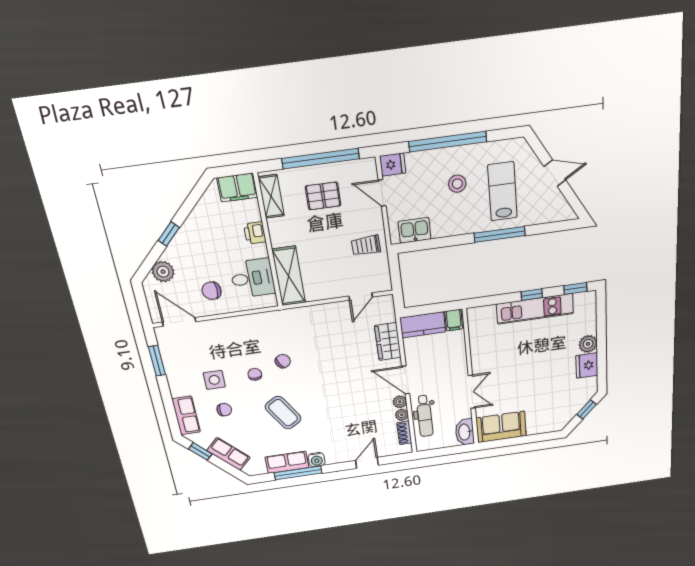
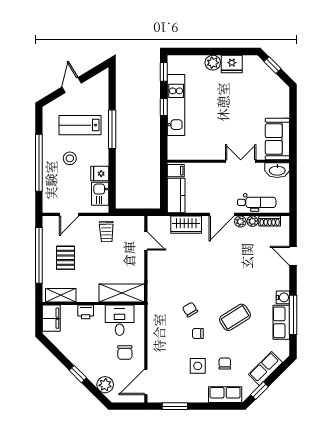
fridge: (393, 165) -> (100, 174), moved, turned -90

